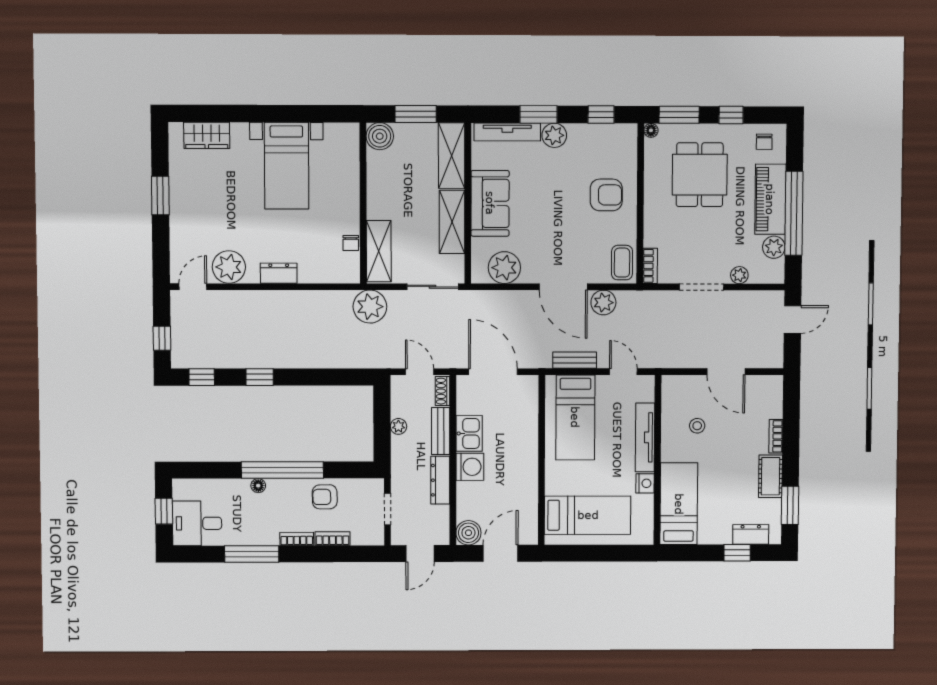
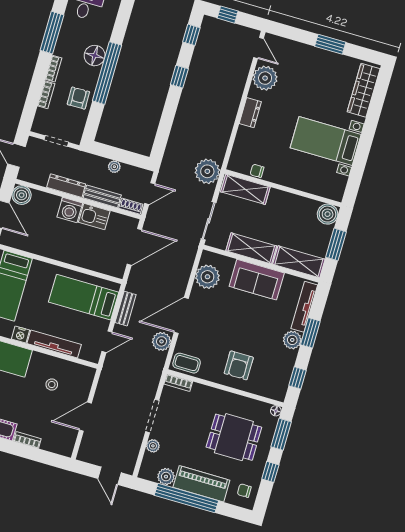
wardrobe: (207, 135) -> (364, 90), width x1.50
floor lamp: (258, 486) -> (95, 56), width x1.89, depth x1.89

